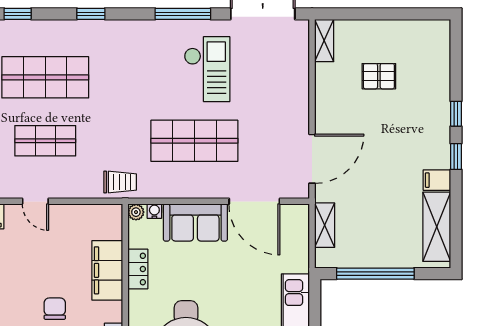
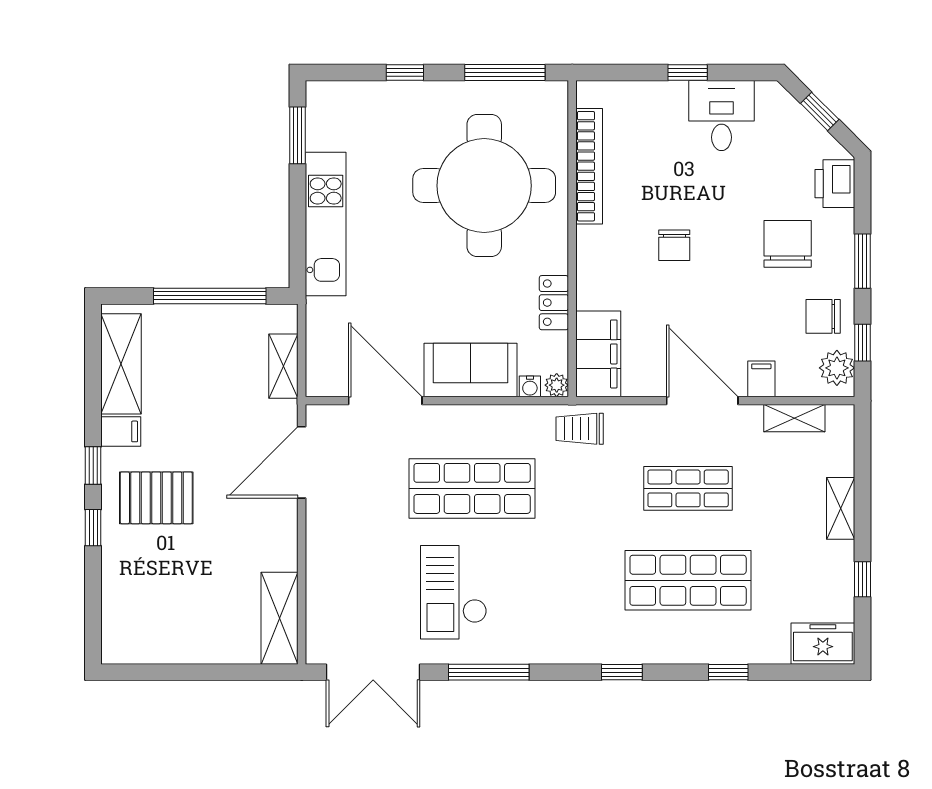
shelving: (324, 41) -> (279, 618), width x1.50, depth x1.33
pallet: (379, 76) -> (156, 498), moved, width x1.50, depth x1.42
door: (35, 201) -> (702, 401), width x1.88
filing cabinet: (107, 270) -> (598, 354), moved

